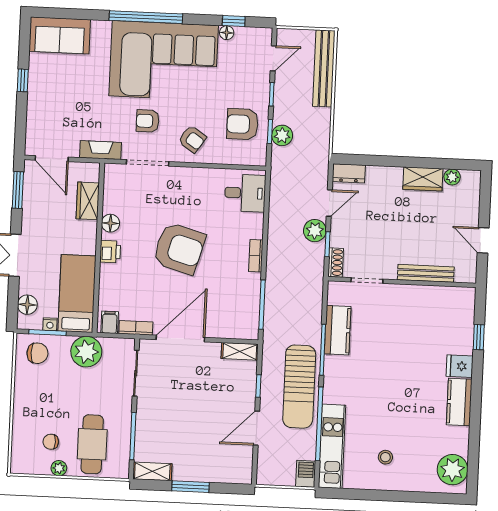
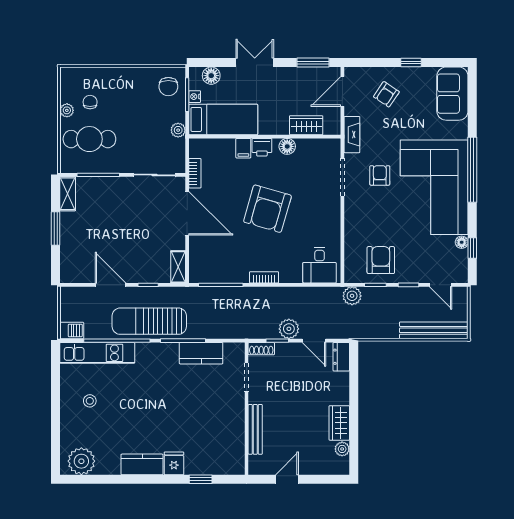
plant: (282, 135) -> (352, 296), moved
armchair: (192, 139) -> (386, 94), moved
filing cabinet: (110, 322) -> (243, 148), moved, turned 90
plant: (86, 352) -> (178, 130), width x0.53, depth x0.53

